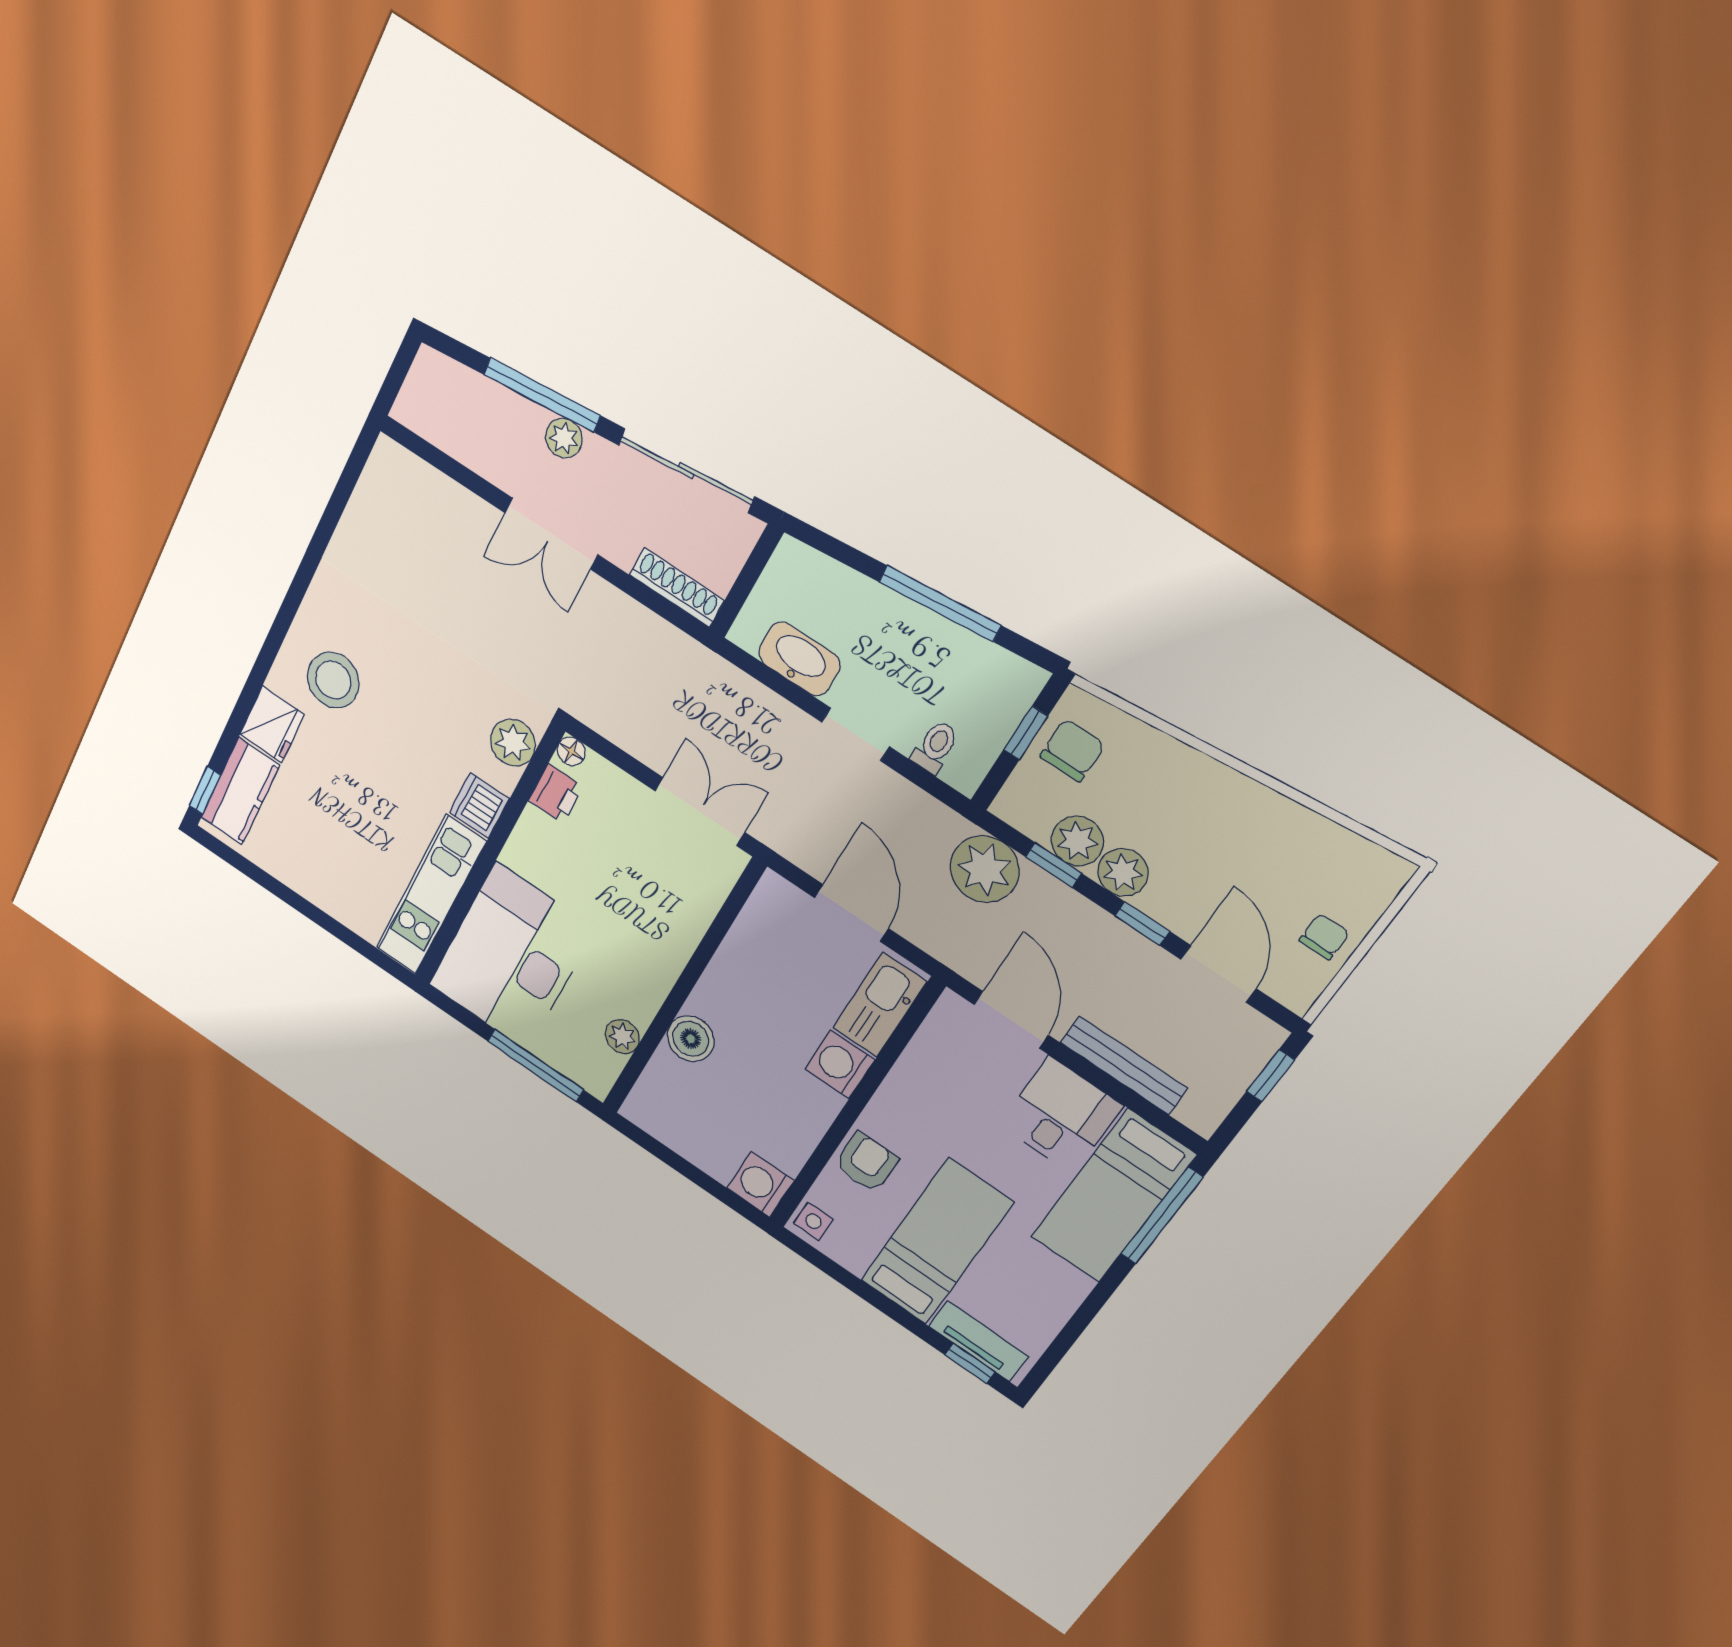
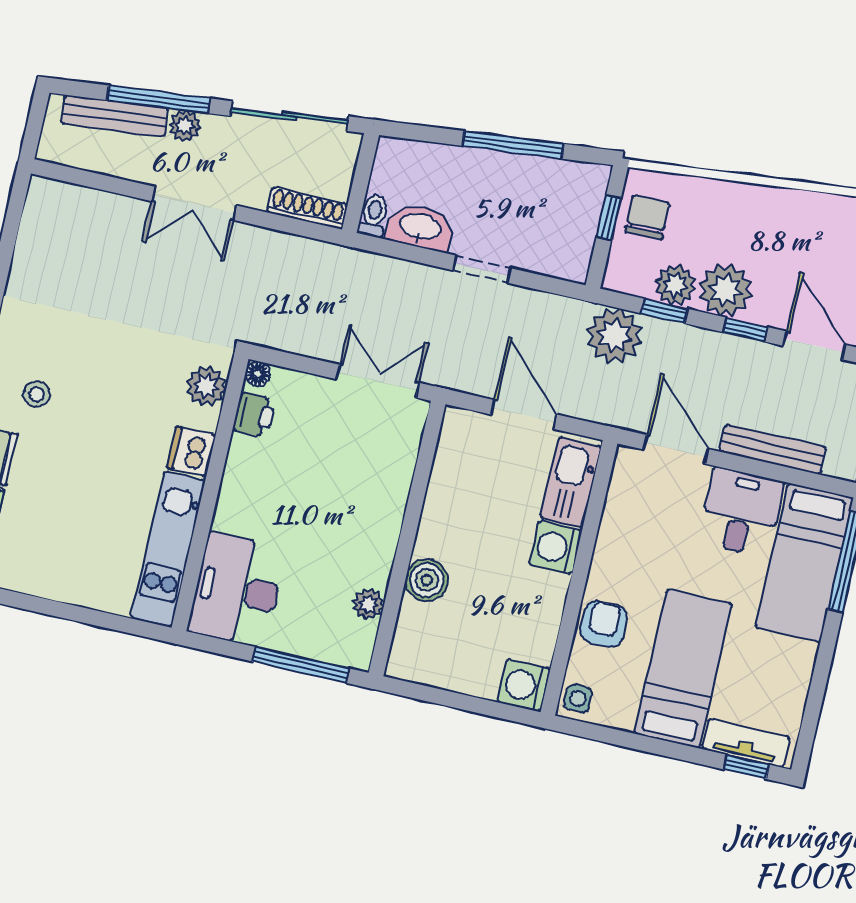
bench: (488, 397) -> (115, 116), added
stool: (333, 680) -> (37, 394), width x0.53, depth x0.53
toilet: (935, 747) -> (374, 216), moved
plant: (1123, 872) -> (725, 290), width x1.36, depth x1.36
desk: (511, 957) -> (237, 590), width x0.73, depth x0.77

